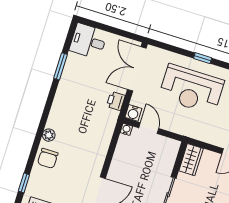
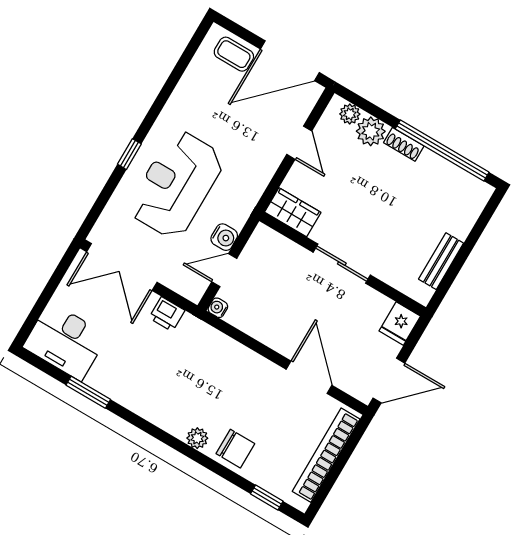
desk: (88, 41) -> (65, 341), width x1.37
reception desk: (191, 89) -> (176, 185), turned 180
water cooler: (133, 113) -> (224, 237), moved

